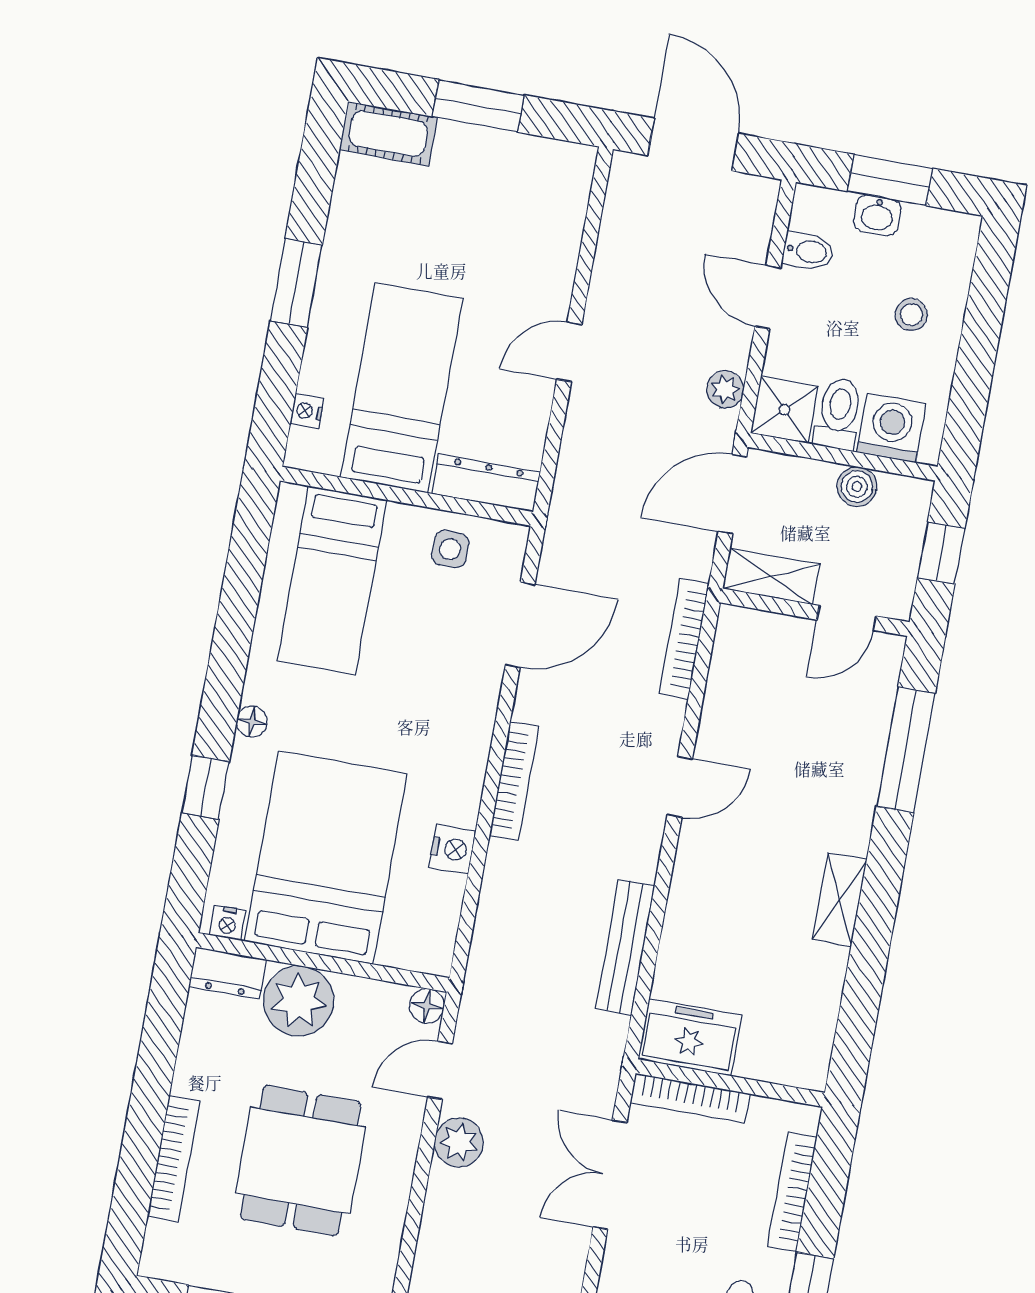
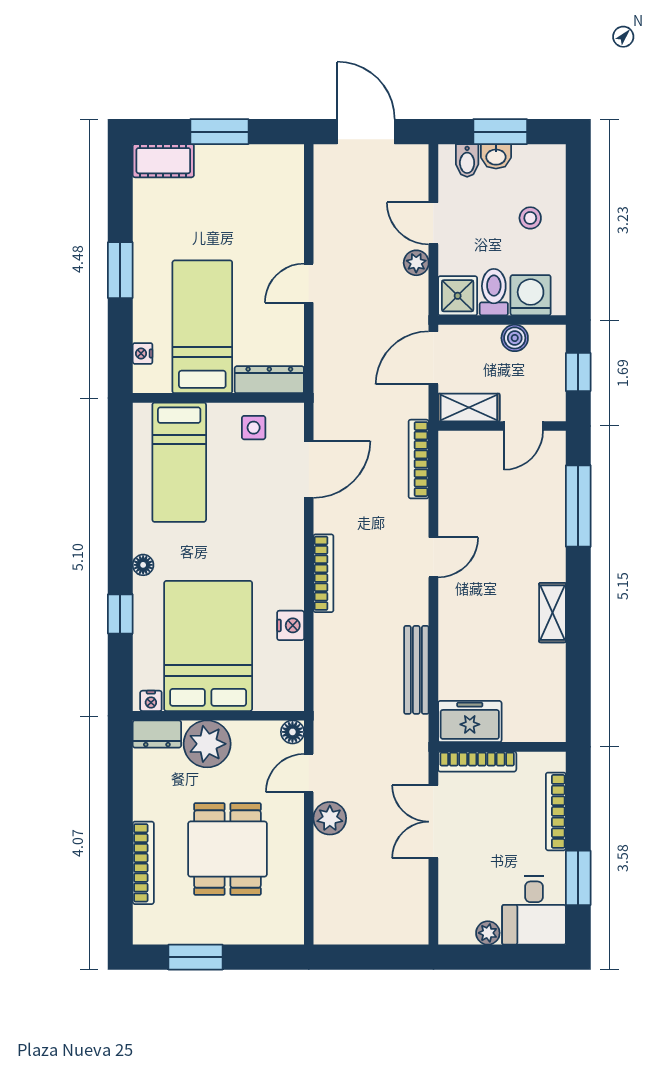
bidet: (808, 251) -> (467, 160), moved, turned 90
plant: (725, 389) -> (416, 263), moved

